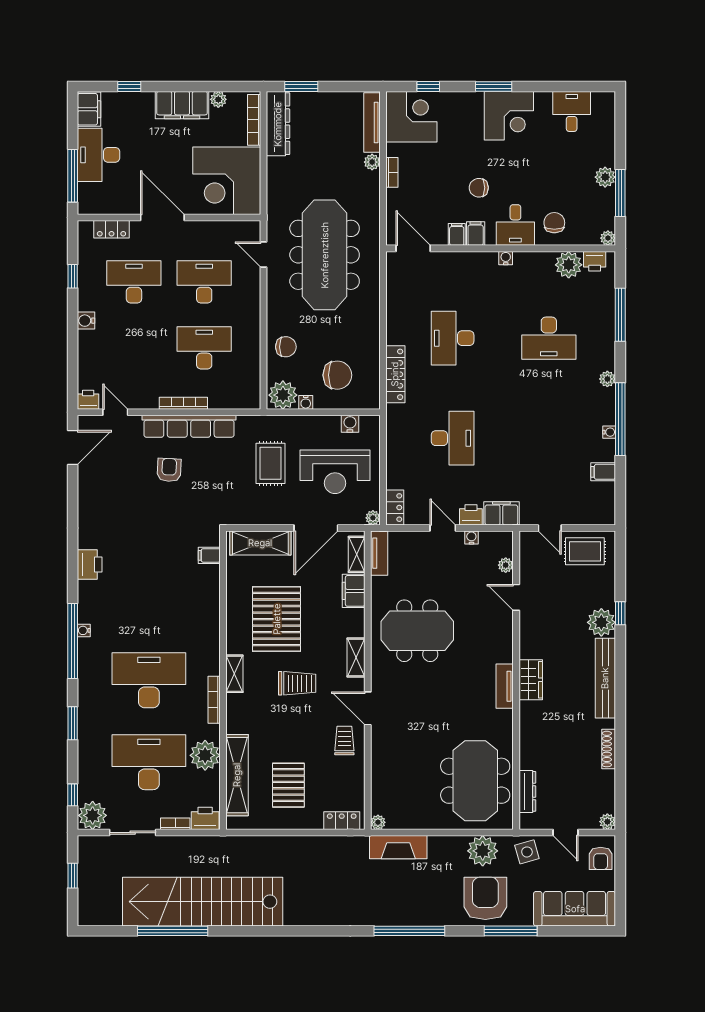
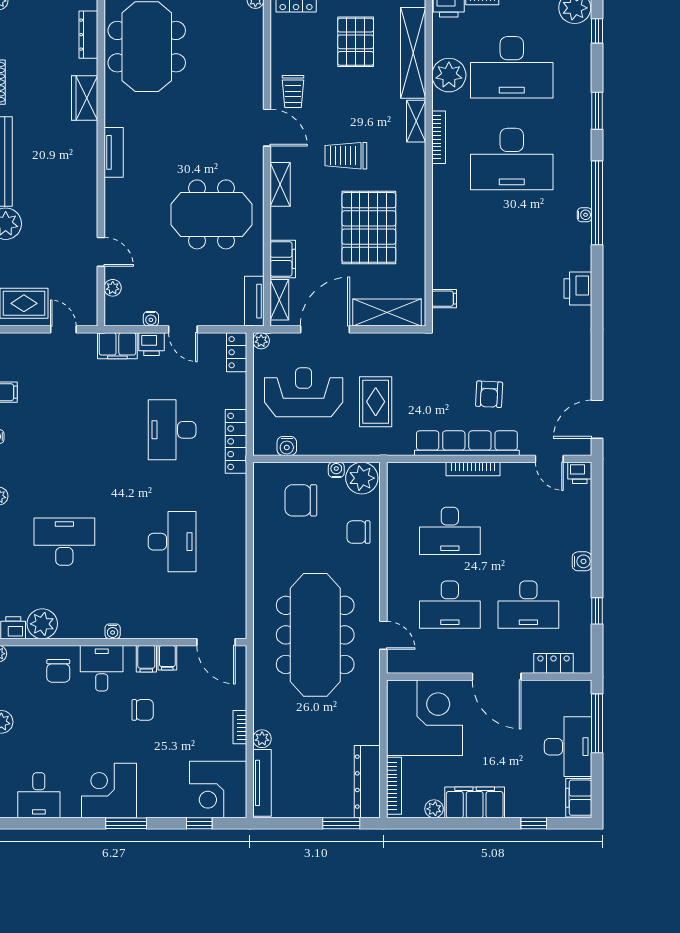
locker: (395, 374) -> (236, 441), moved
shelving: (234, 674) -> (416, 121), moved
wardrobe: (531, 680) -> (85, 98), moved

